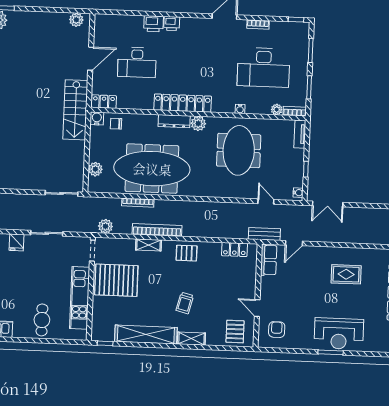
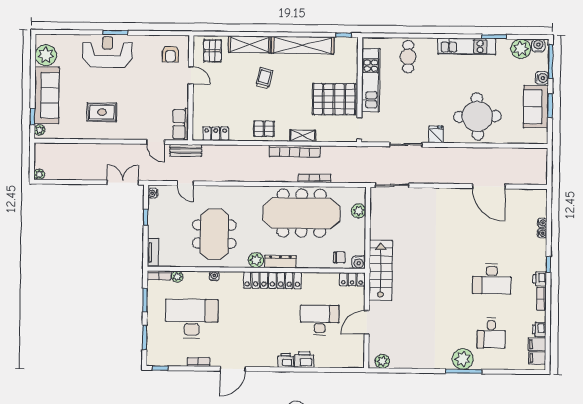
plant: (105, 226) -> (347, 153), removed
door: (294, 243) -> (156, 142), swing flipped
shelving: (191, 339) -> (249, 44), width x1.50, depth x1.33

